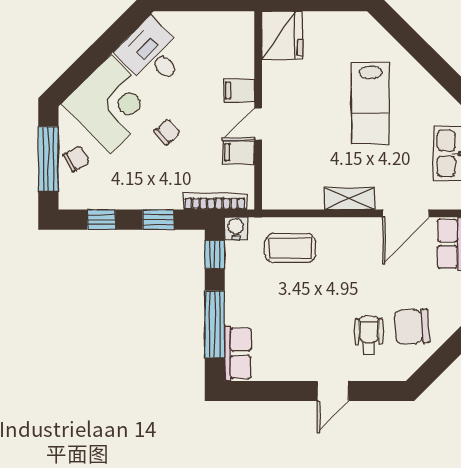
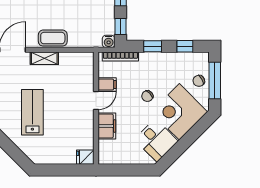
fridge: (282, 35) -> (85, 157), width x0.53, depth x0.75
filing cabinet: (239, 91) -> (107, 126), width x2.00
coffee table: (290, 248) -> (53, 38), moved

